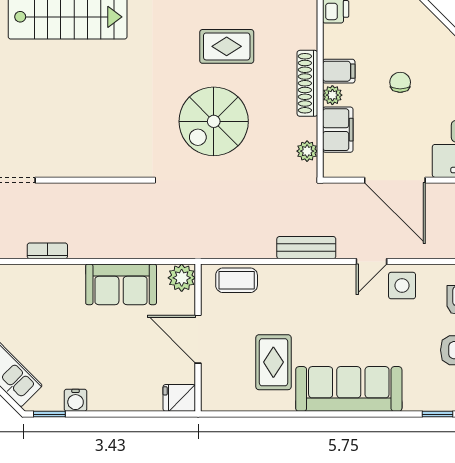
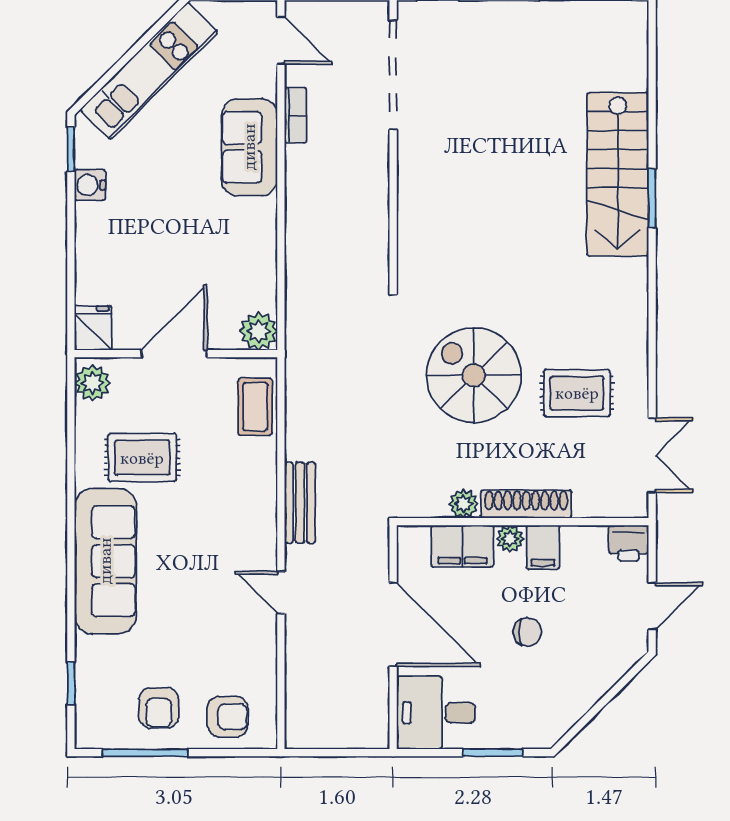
rug: (227, 46) -> (577, 393), turned 90
plant: (307, 151) -> (463, 504), moved
door: (395, 180) -> (393, 625), swing flipped
bookcase: (47, 251) -> (296, 115), moved
sofa: (121, 284) -> (249, 147), moved
side table: (402, 286) -> (248, 634), removed
plant: (219, 398) -> (92, 383), added

